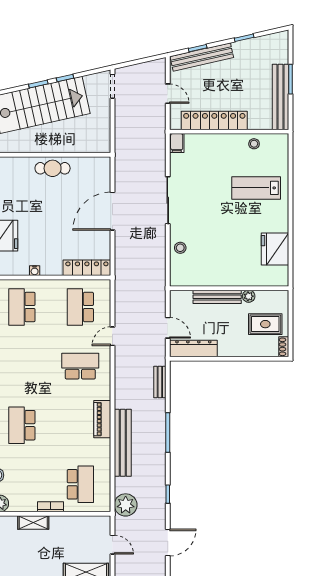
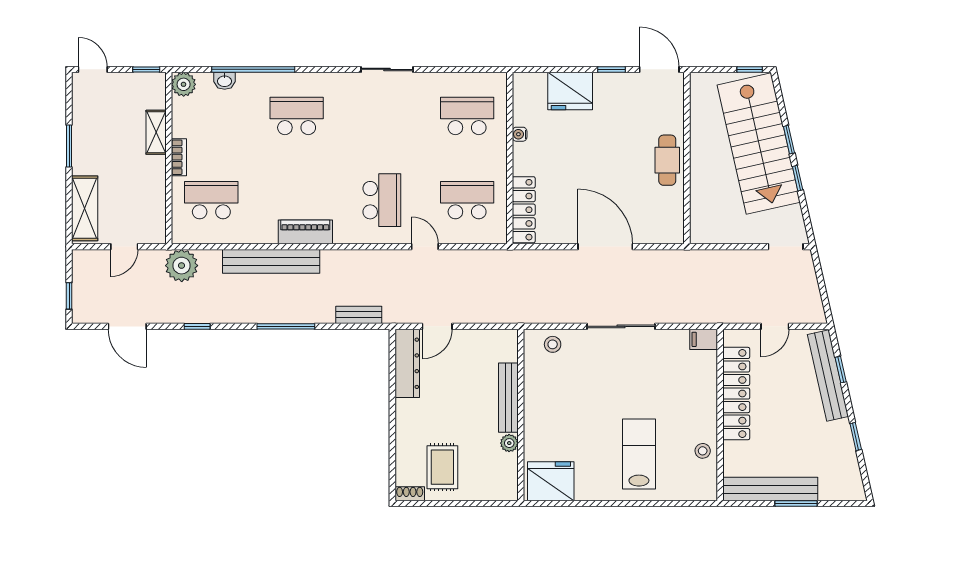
wall: (229, 288) -> (521, 415), moved
plant: (249, 296) -> (509, 443), moved
bench: (217, 297) -> (508, 398), moved
school desk: (80, 484) -> (211, 200), turned 180

